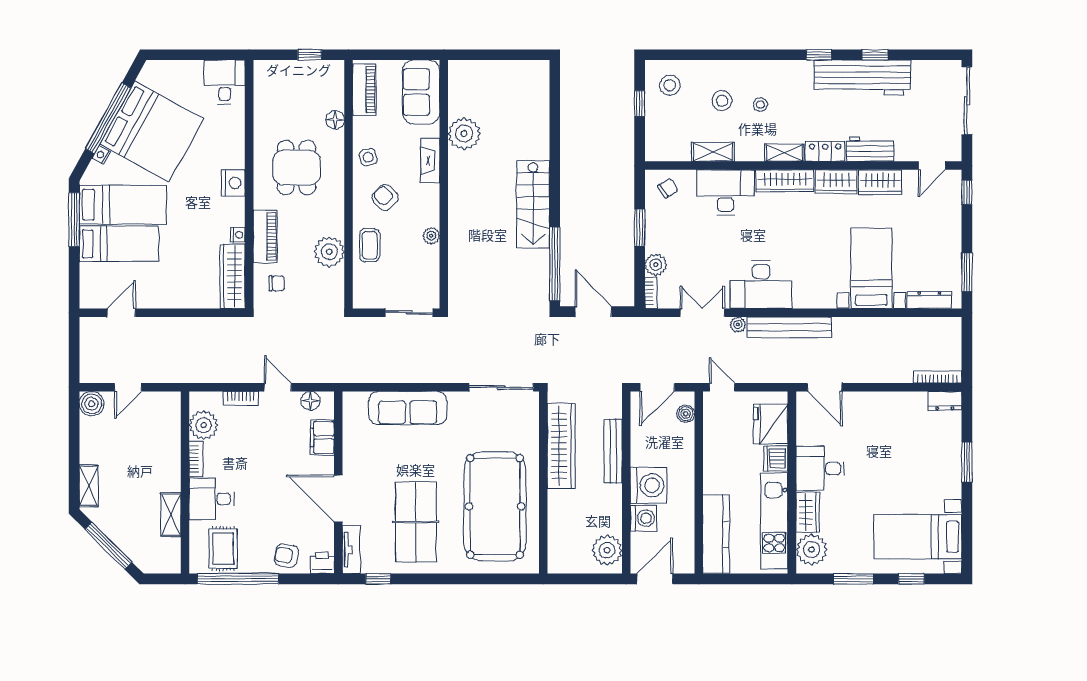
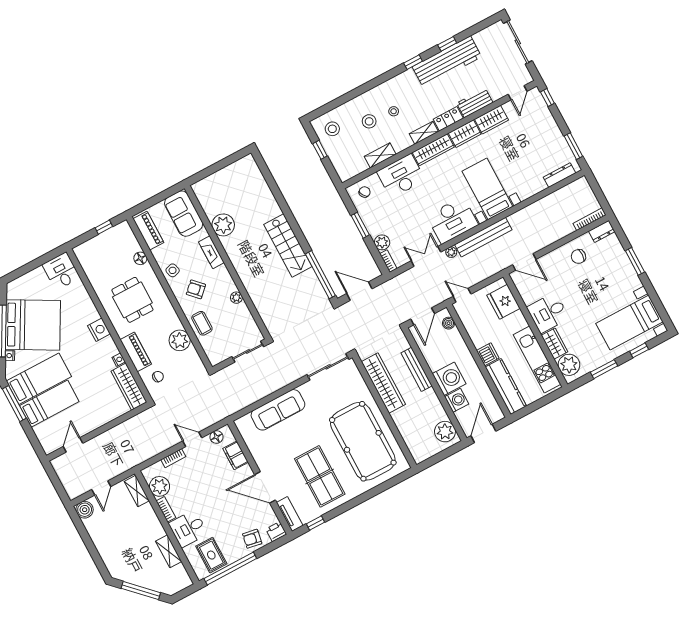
bed with nightstands: (871, 268) -> (487, 189), moved
chair: (898, 417) -> (578, 257), added
dishwasher: (776, 458) -> (488, 354), moved, turned 180
shelving: (89, 486) -> (137, 491), moved

